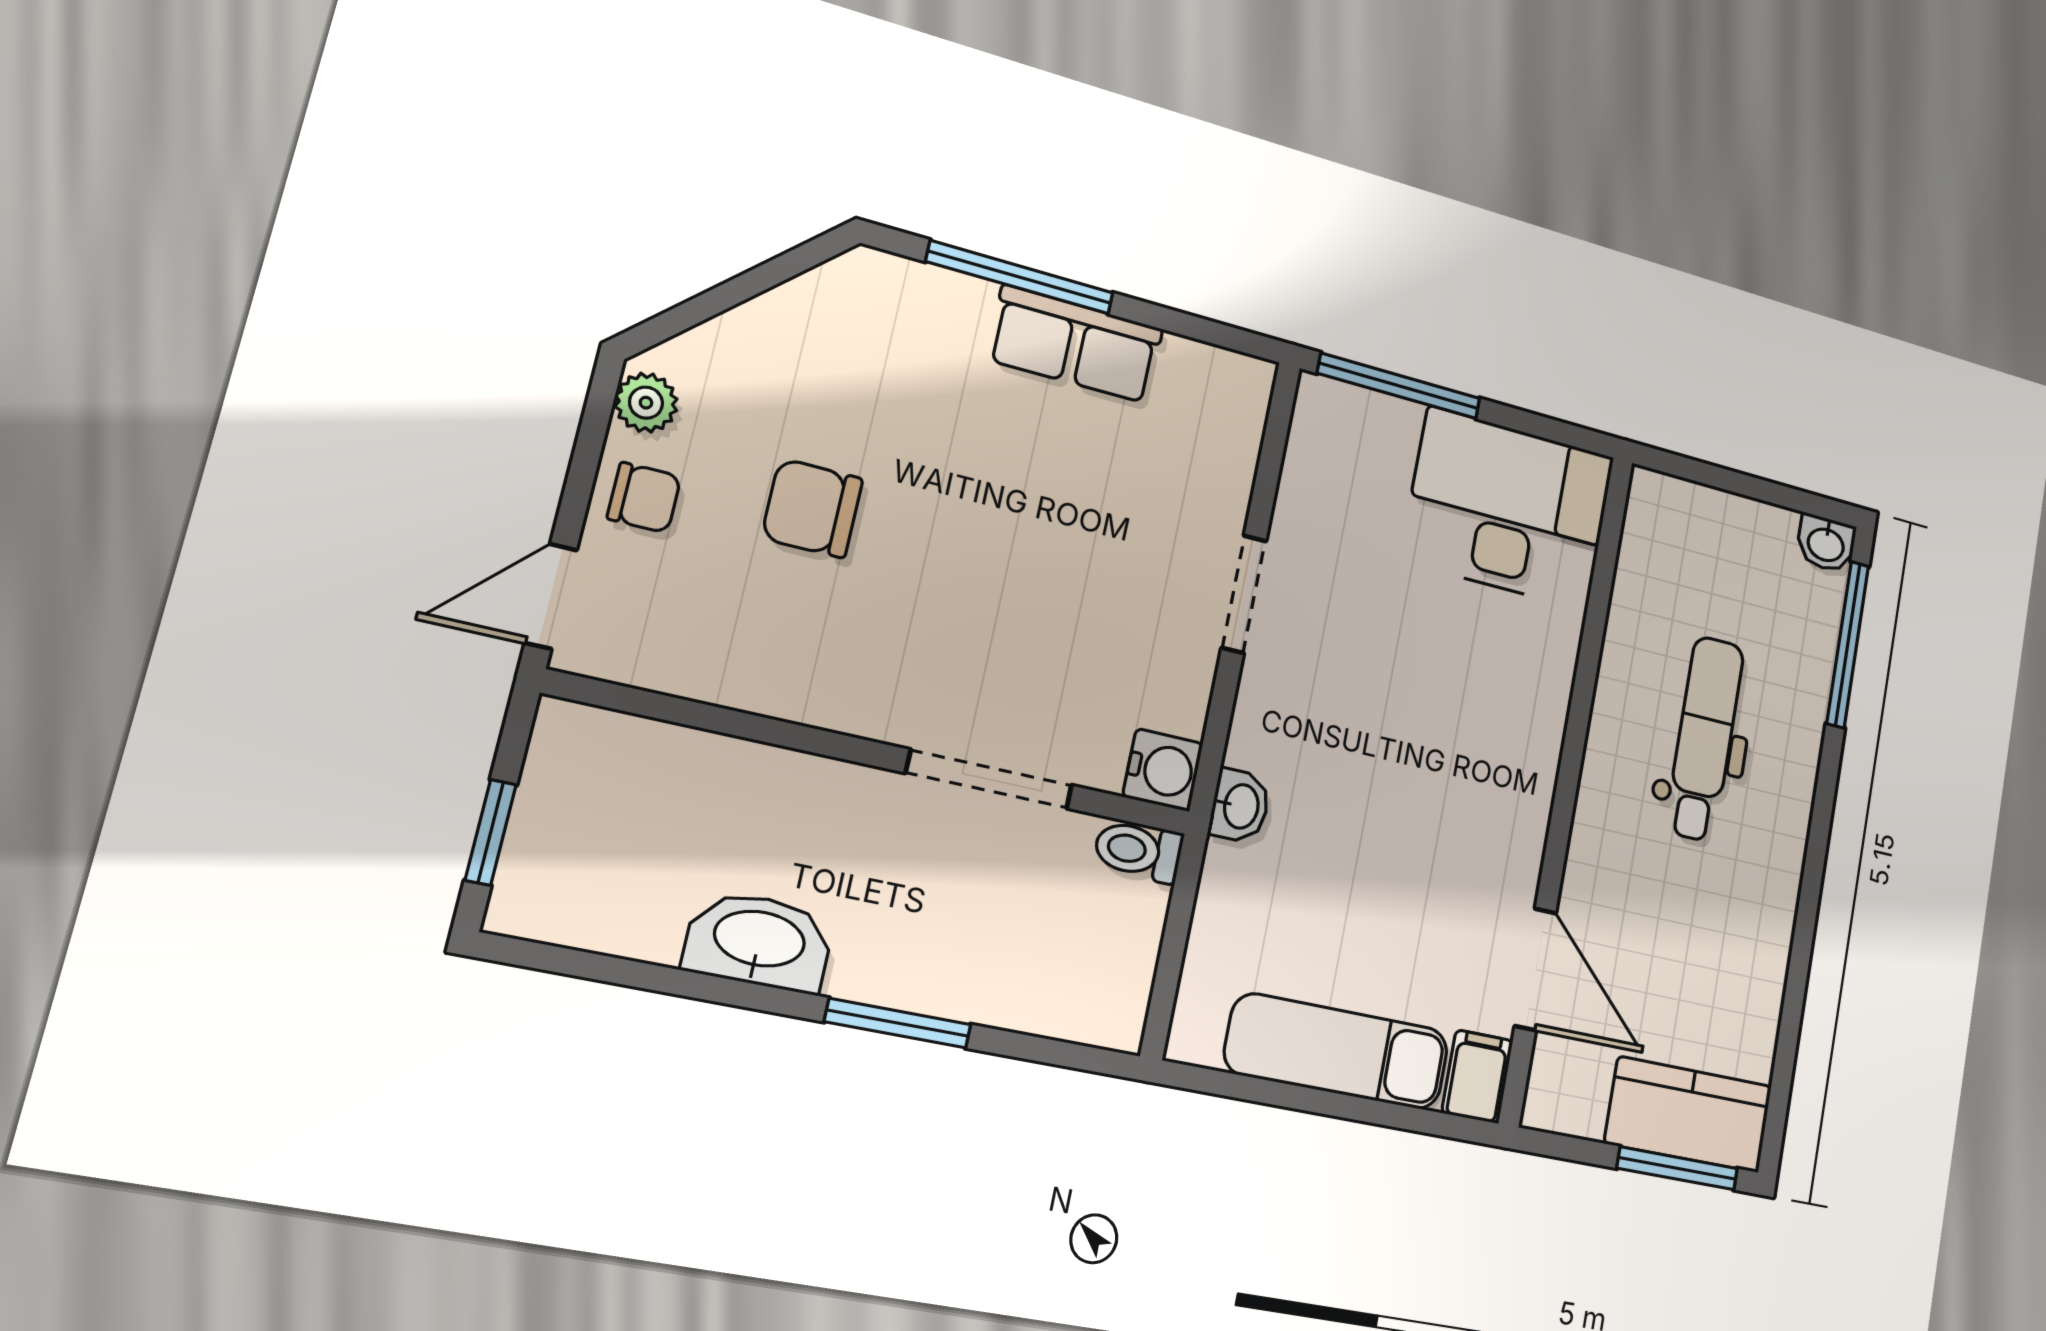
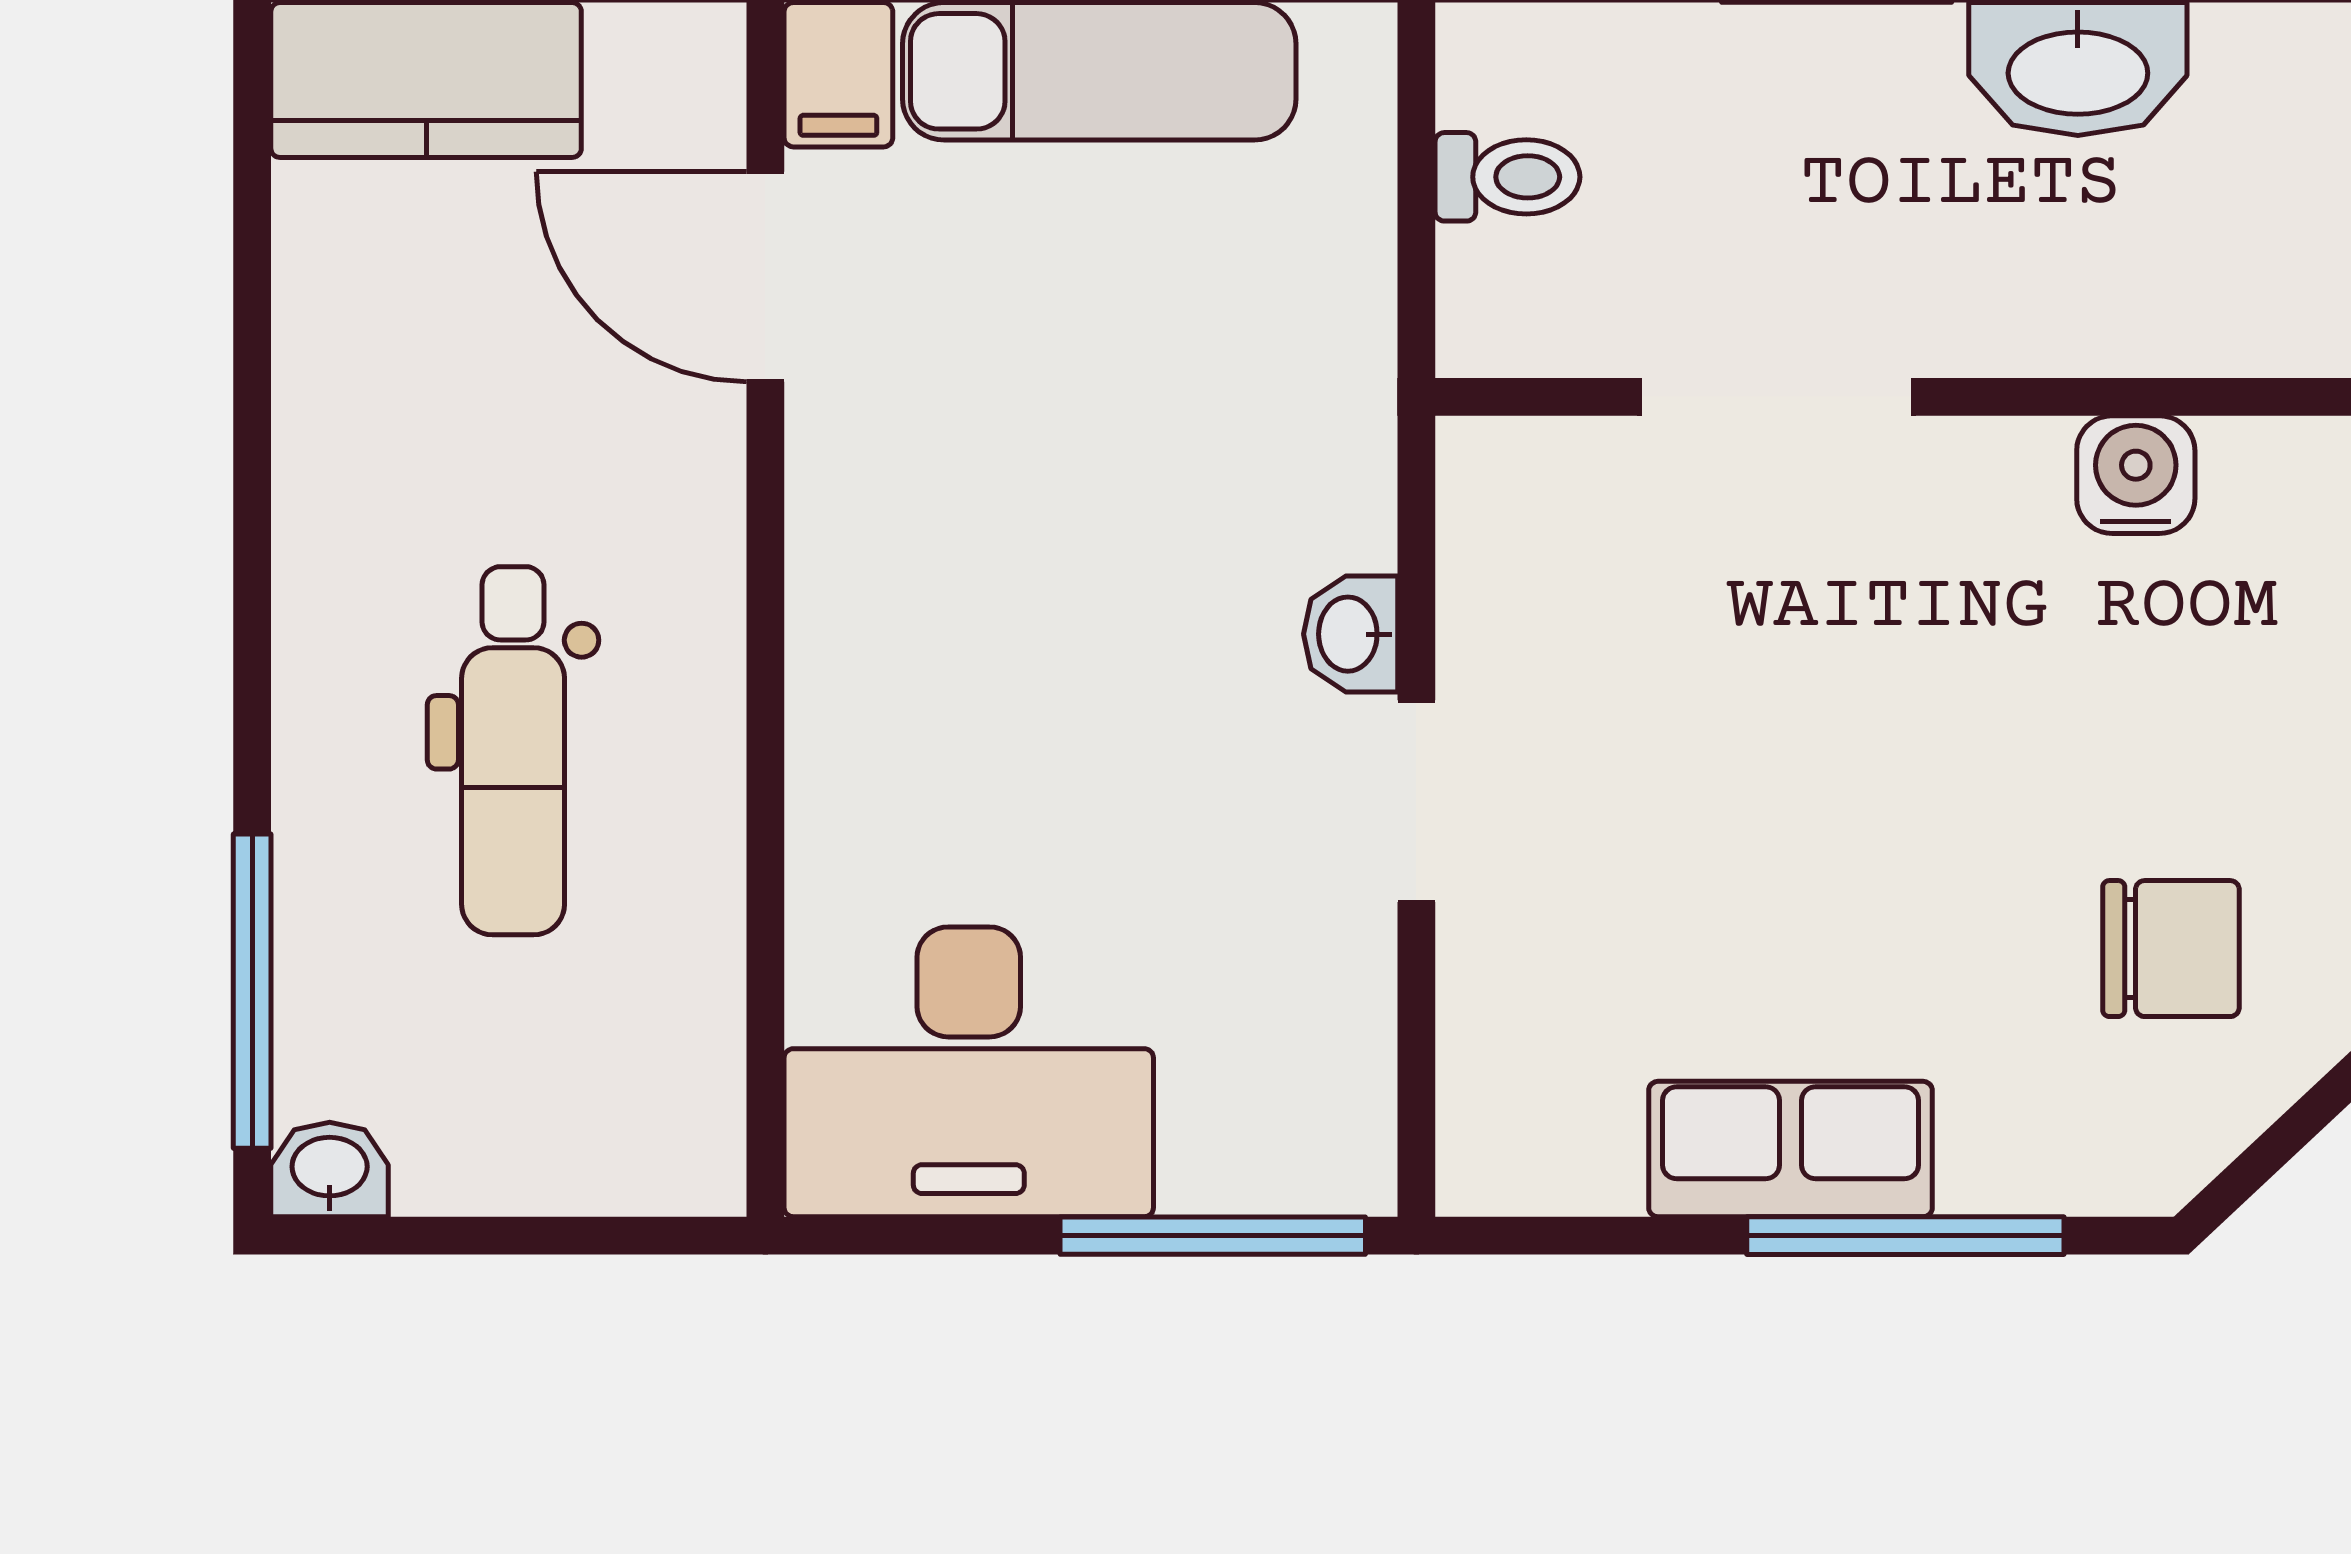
chair: (812, 508) -> (2171, 949), moved
water cooler: (1163, 770) -> (2136, 475), moved, turned 90
washbasin: (1240, 806) -> (1351, 634), moved
toilet: (1138, 851) -> (1507, 177), moved

